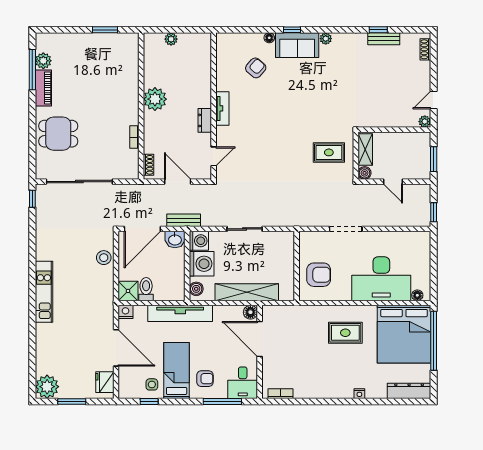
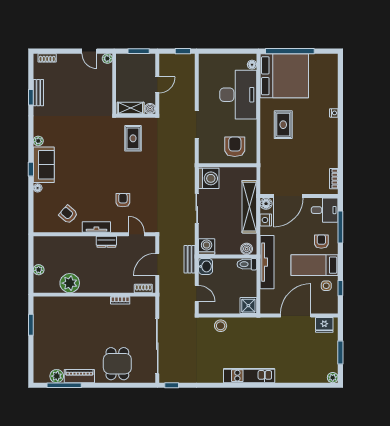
armchair: (256, 68) -> (68, 214), moved
plant: (155, 99) -> (70, 283), moved
armchair: (255, 140) -> (123, 200), added
door: (142, 229) -> (197, 294), width x0.53
washing machine: (202, 264) -> (209, 178), moved, turned 90
toilet: (146, 289) -> (247, 264), moved
nightstand: (125, 312) -> (266, 220), moved
plant: (47, 387) -> (333, 378), width x0.53, depth x0.53
dresser: (409, 391) -> (331, 72), removed

